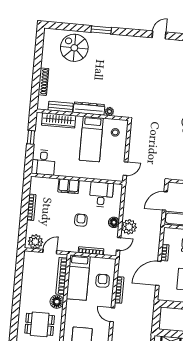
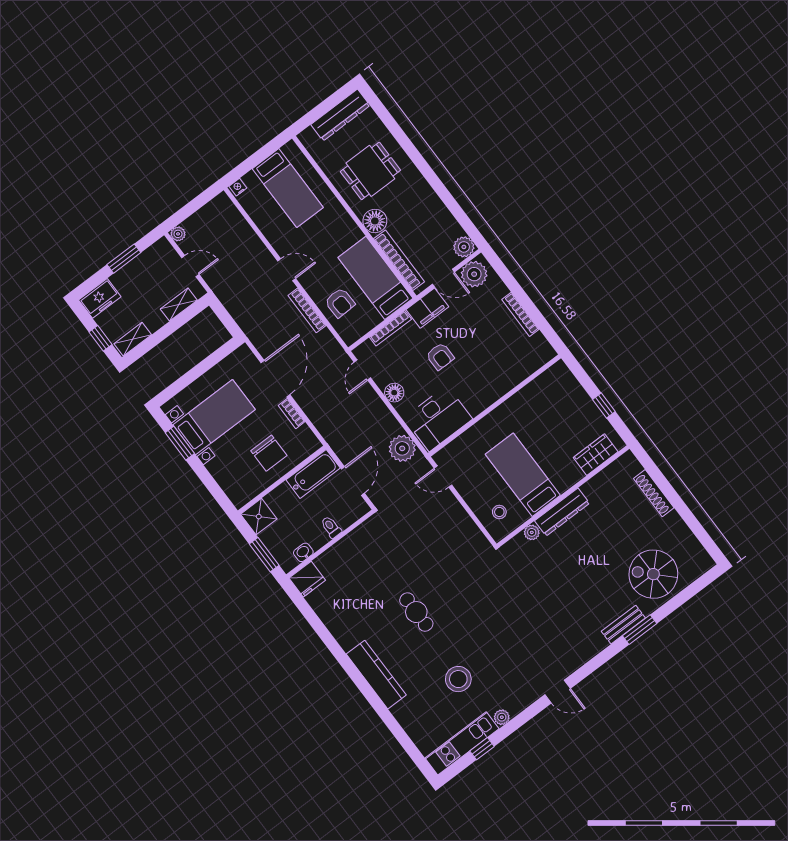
door: (159, 35) -> (558, 692), hinge flipped
spiral stairs: (74, 48) -> (653, 574), turned 180
bench: (61, 107) -> (623, 625), moved
wardrobe: (59, 120) -> (596, 455), width x0.67
desk: (43, 162) -> (558, 387), removed
door: (125, 169) -> (443, 477), hinge flipped
filing cabinet: (69, 186) -> (427, 308), moved, turned 180
desk: (101, 194) -> (438, 419), width x1.37
plant: (129, 227) -> (402, 448), moved
door: (50, 252) -> (443, 278), hinge flipped
plant: (29, 257) -> (464, 247), added

